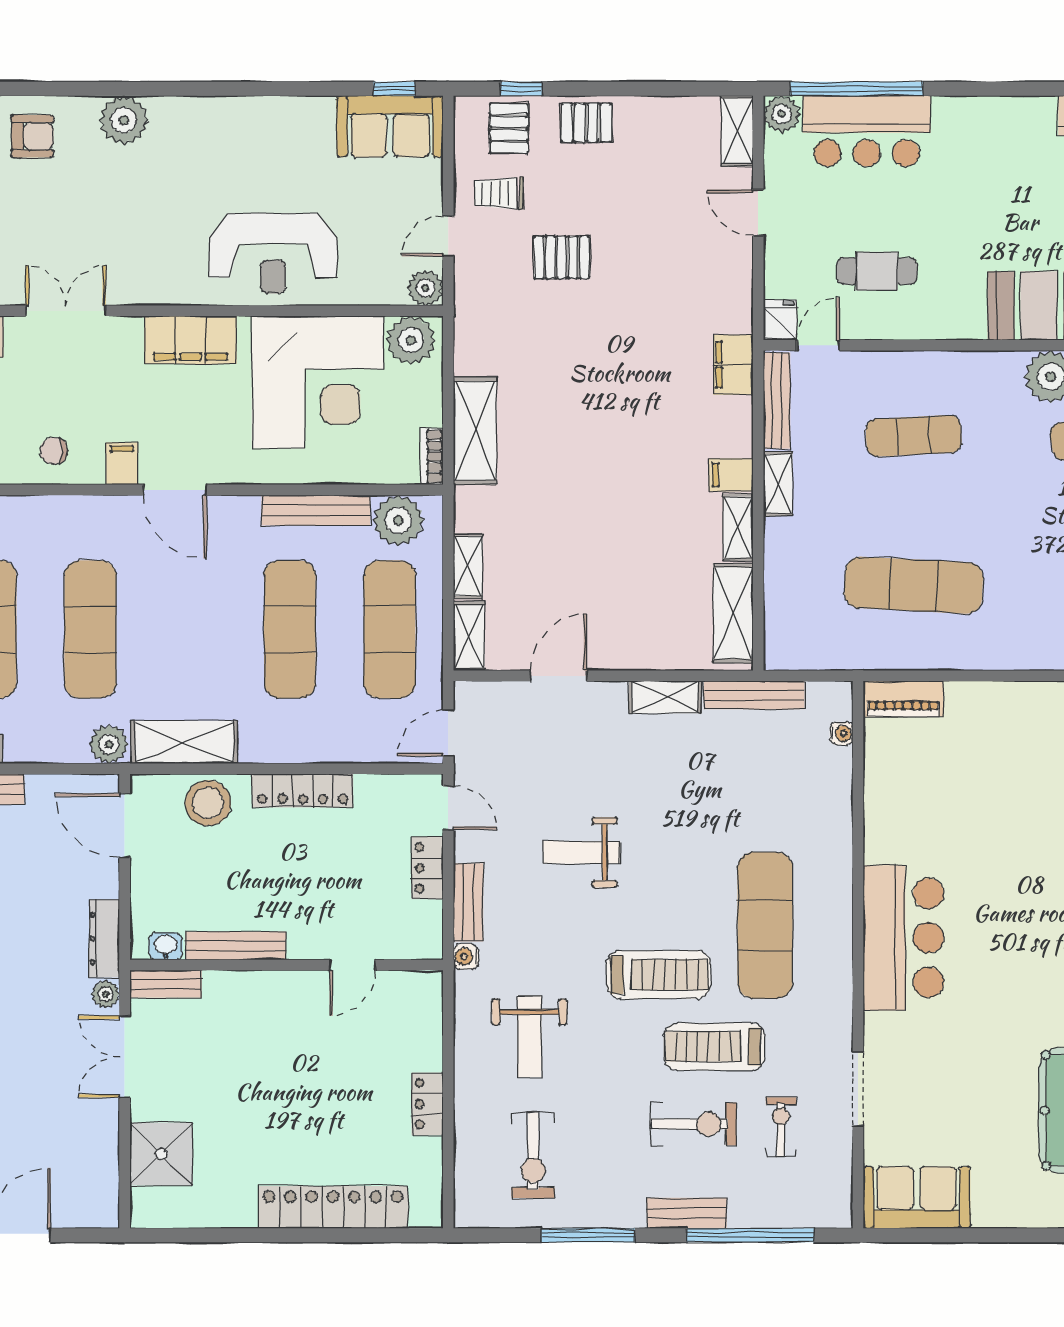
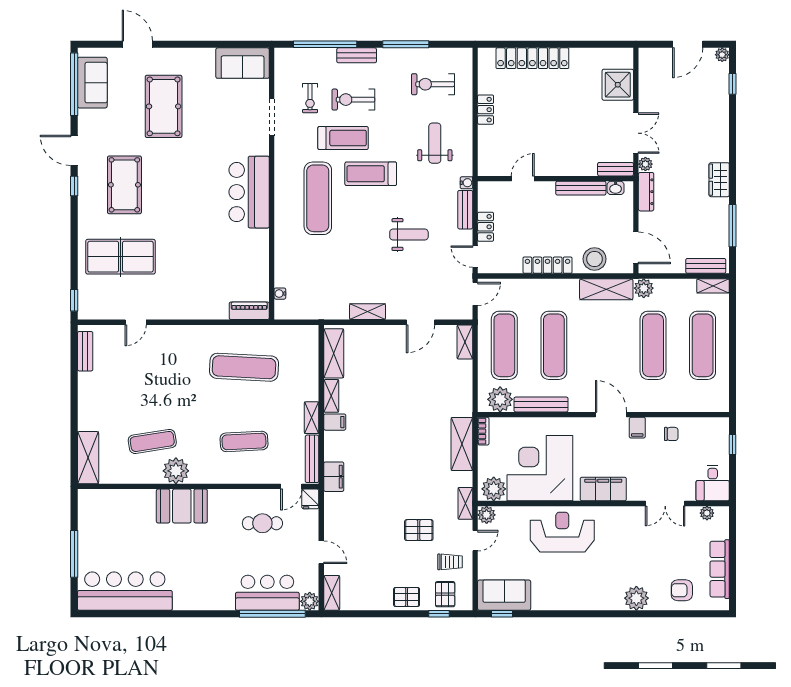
shelving: (468, 566) -> (465, 503), moved
bench: (754, 695) -> (323, 313), removed
exercise bike: (533, 1155) -> (433, 84), turned -90

